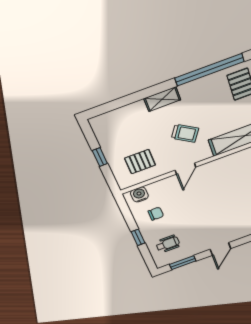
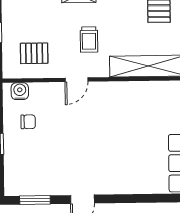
trolley: (185, 133) -> (89, 39), turned 57
wheelchair: (168, 244) -> (27, 167), removed

